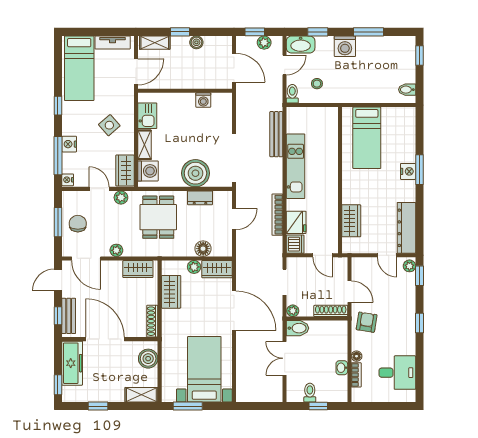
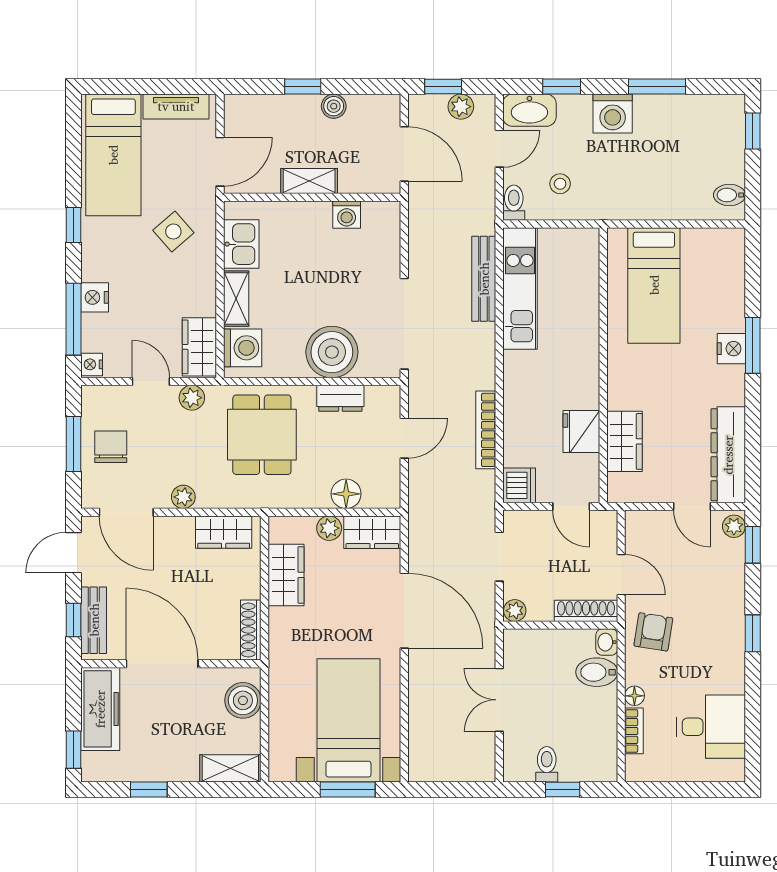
shelving: (155, 43) -> (309, 181), moved
side table: (109, 125) -> (173, 232), moved
kitchen unit: (296, 166) -> (520, 288), moved
fridge: (296, 222) -> (581, 431), moved, turned 180
bidet: (298, 328) -> (597, 672), moved, turned 180
washbasin: (342, 368) -> (607, 642), moved
window: (188, 406) -> (348, 789), moved

